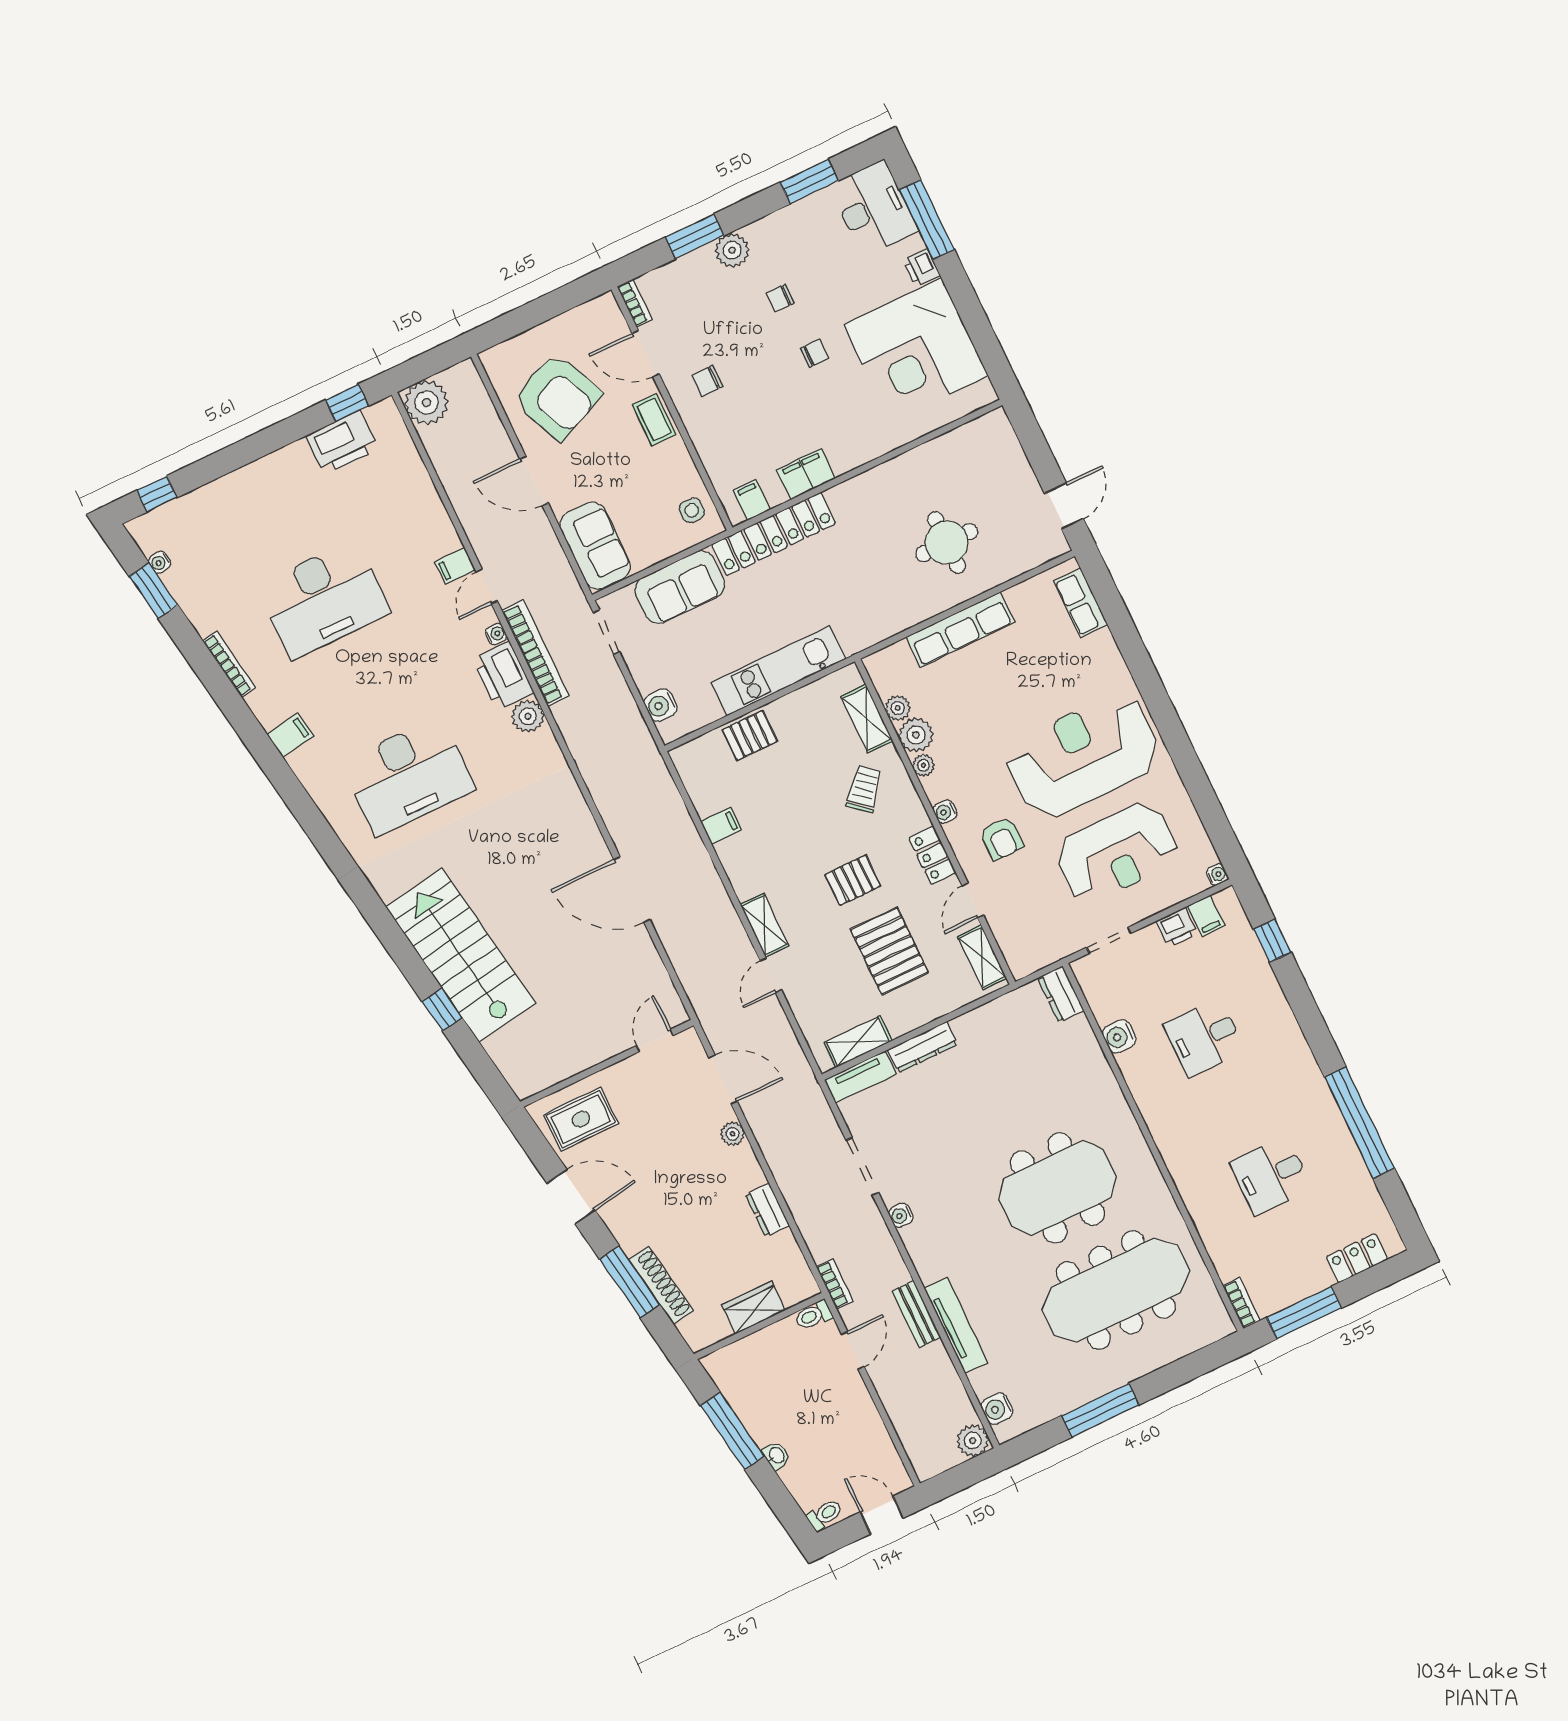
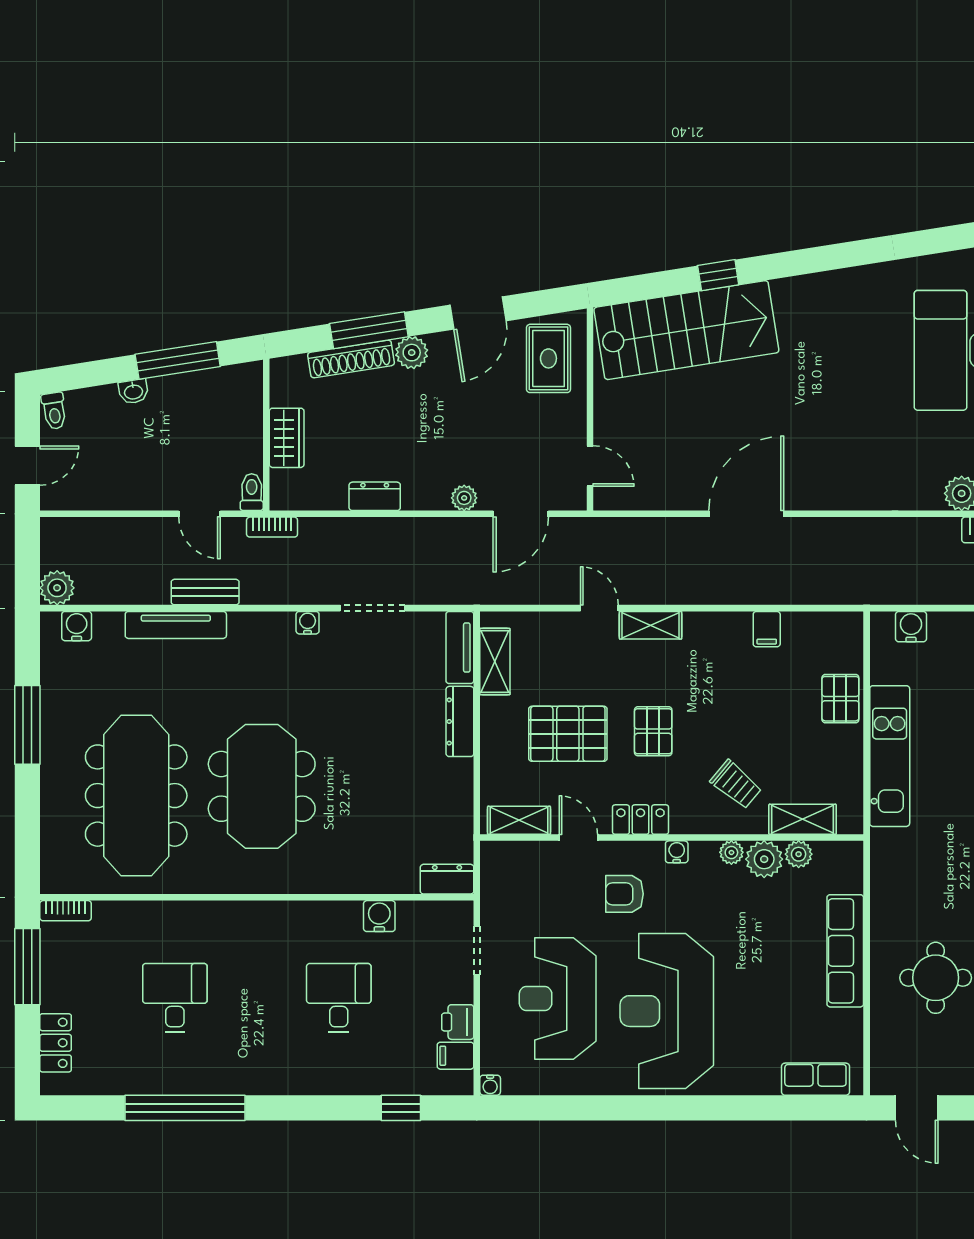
reception desk: (1083, 756) -> (667, 1011), turned 180
stairs: (461, 955) -> (686, 330), moved
plant: (631, 1237) -> (412, 353), added

